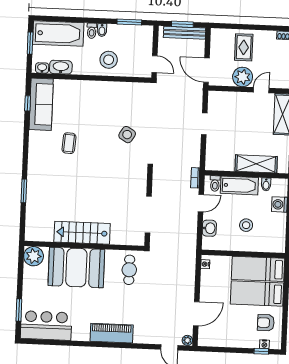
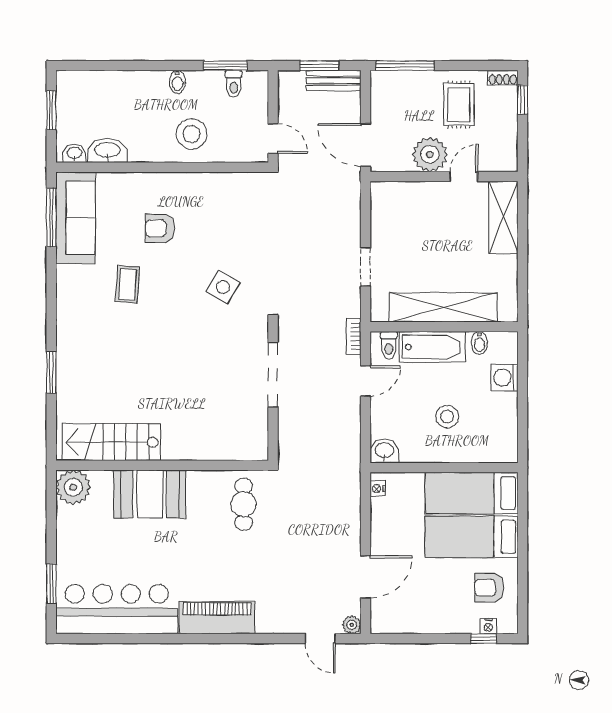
window: (231, 26) -> (405, 66), added
toilet: (92, 31) -> (234, 84), moved
bathtub: (58, 33) -> (100, 91), removed
bench: (184, 33) -> (334, 81), width x0.73
rug: (244, 47) -> (459, 104), moved
window: (28, 103) -> (51, 217), width x2.17
armchair: (89, 112) -> (160, 228), added
doorway: (204, 124) -> (365, 267), moved
side table: (127, 135) -> (223, 287), moved
shelving: (256, 164) -> (443, 307), width x1.47
doorway: (148, 215) -> (273, 375), moved
washbasin: (209, 228) -> (384, 451), moved, turned -90
stairs: (82, 233) -> (111, 442), moved
booth: (76, 268) -> (150, 494), width x0.73, depth x0.70
bar counter: (46, 326) -> (117, 609), width x1.36

